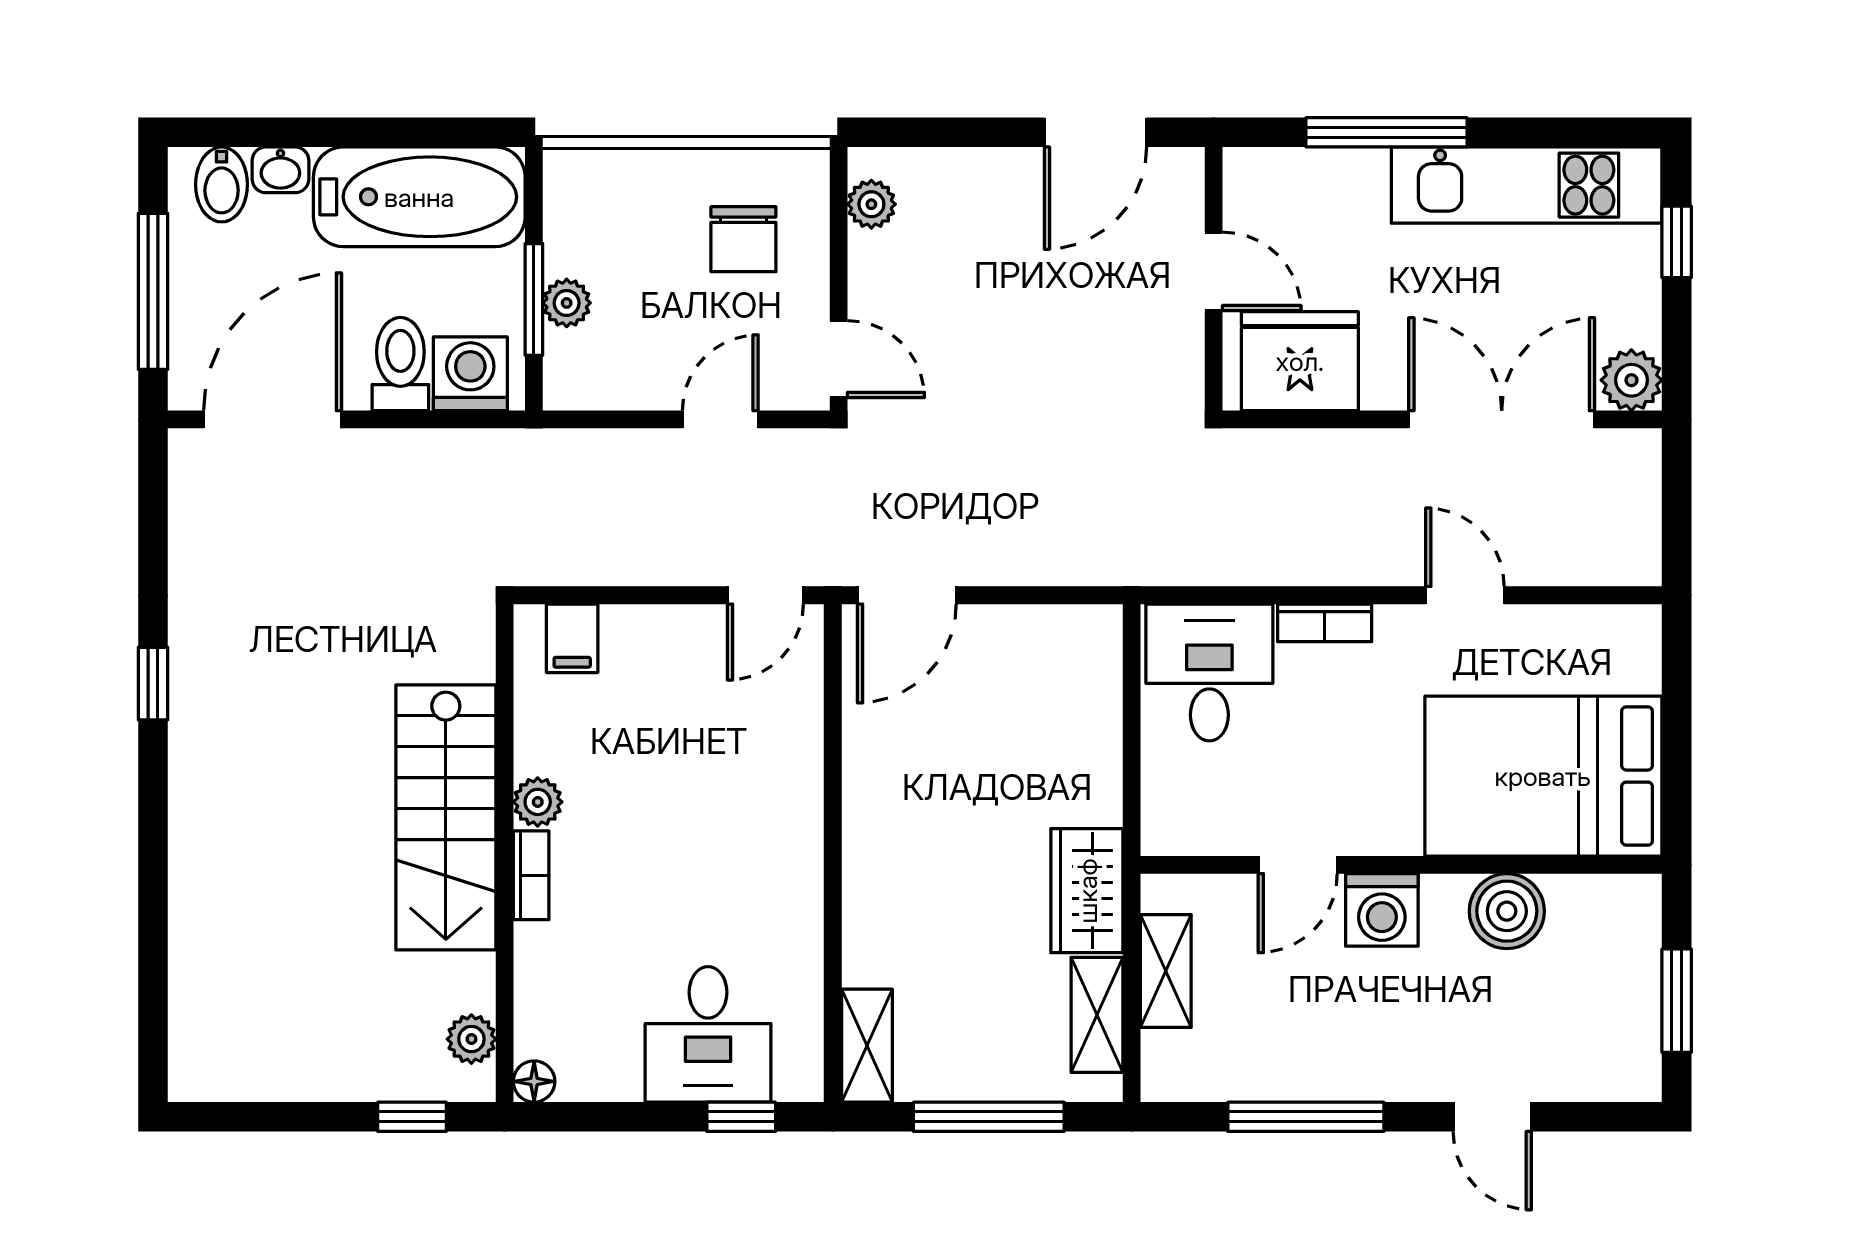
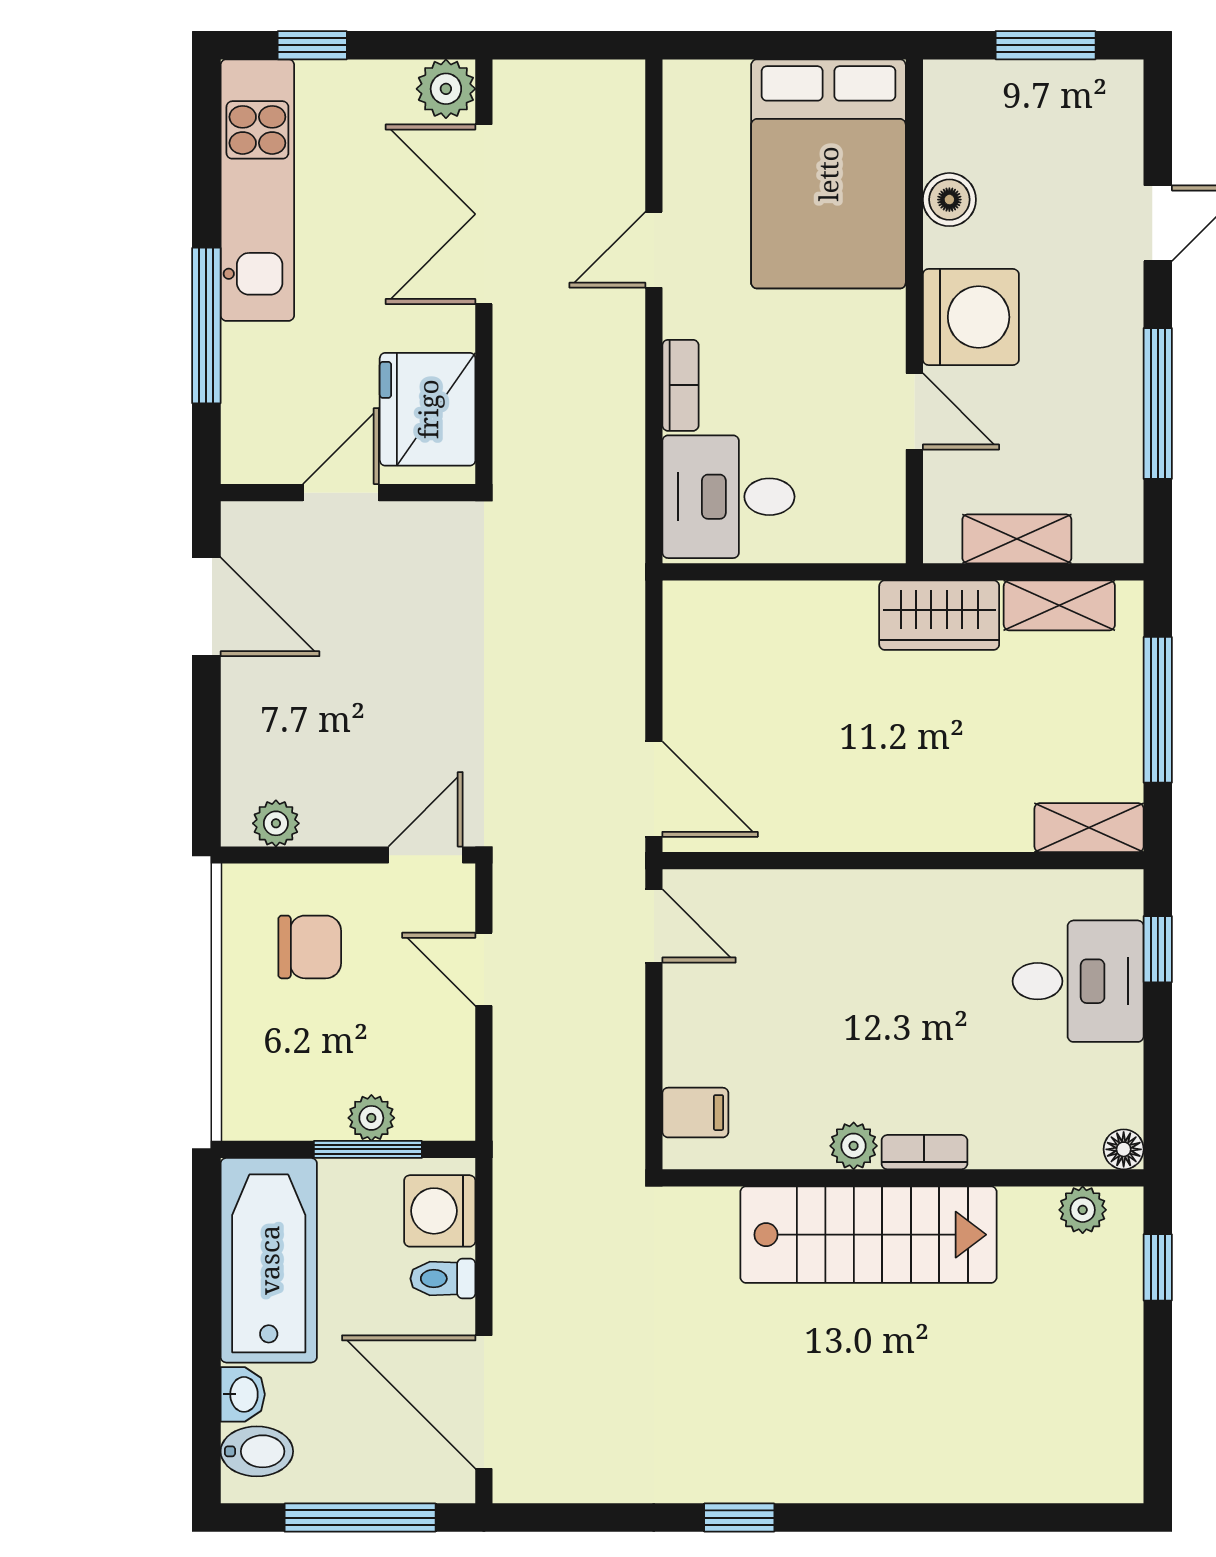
toilet: (400, 364) -> (443, 1279), width x0.73, depth x0.72
washing machine: (1382, 910) -> (971, 317), width x1.37, depth x1.37
boiler: (1507, 911) -> (949, 200), width x0.73, depth x0.73

